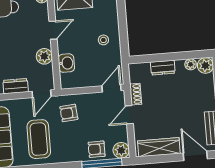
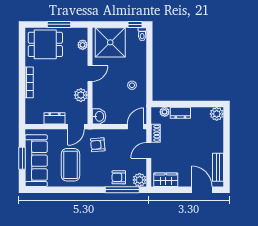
washbasin: (66, 63) -> (99, 116), moved
plant: (191, 64) -> (165, 112), moved
wardrobe: (159, 147) -> (166, 180), width x0.67

